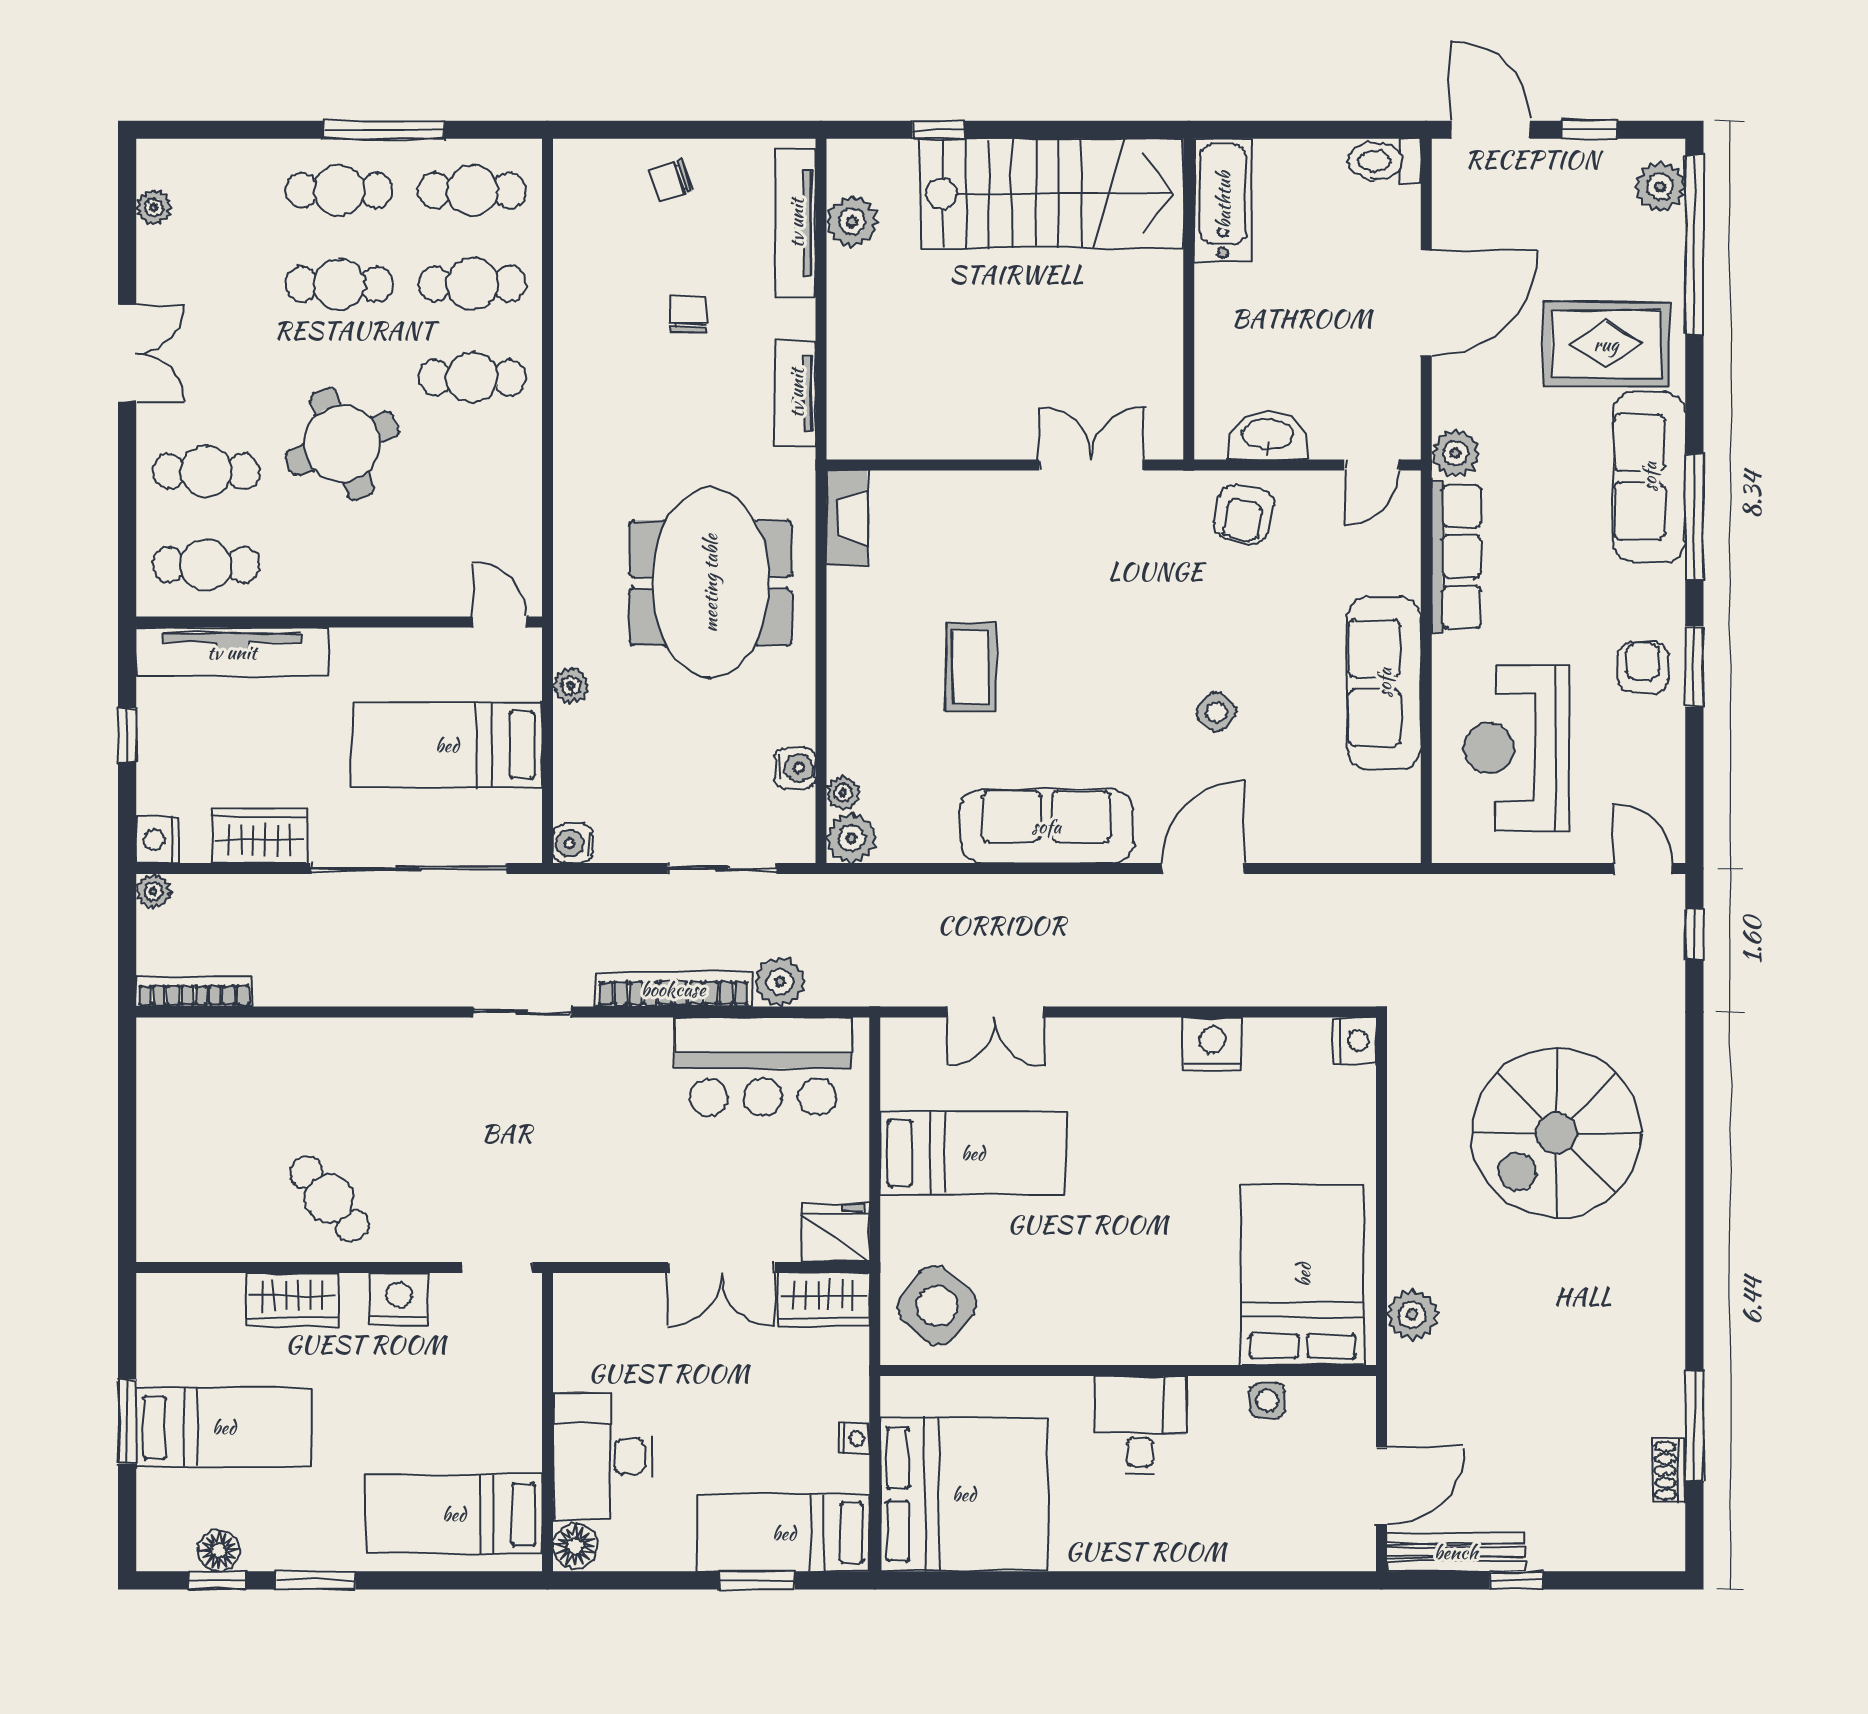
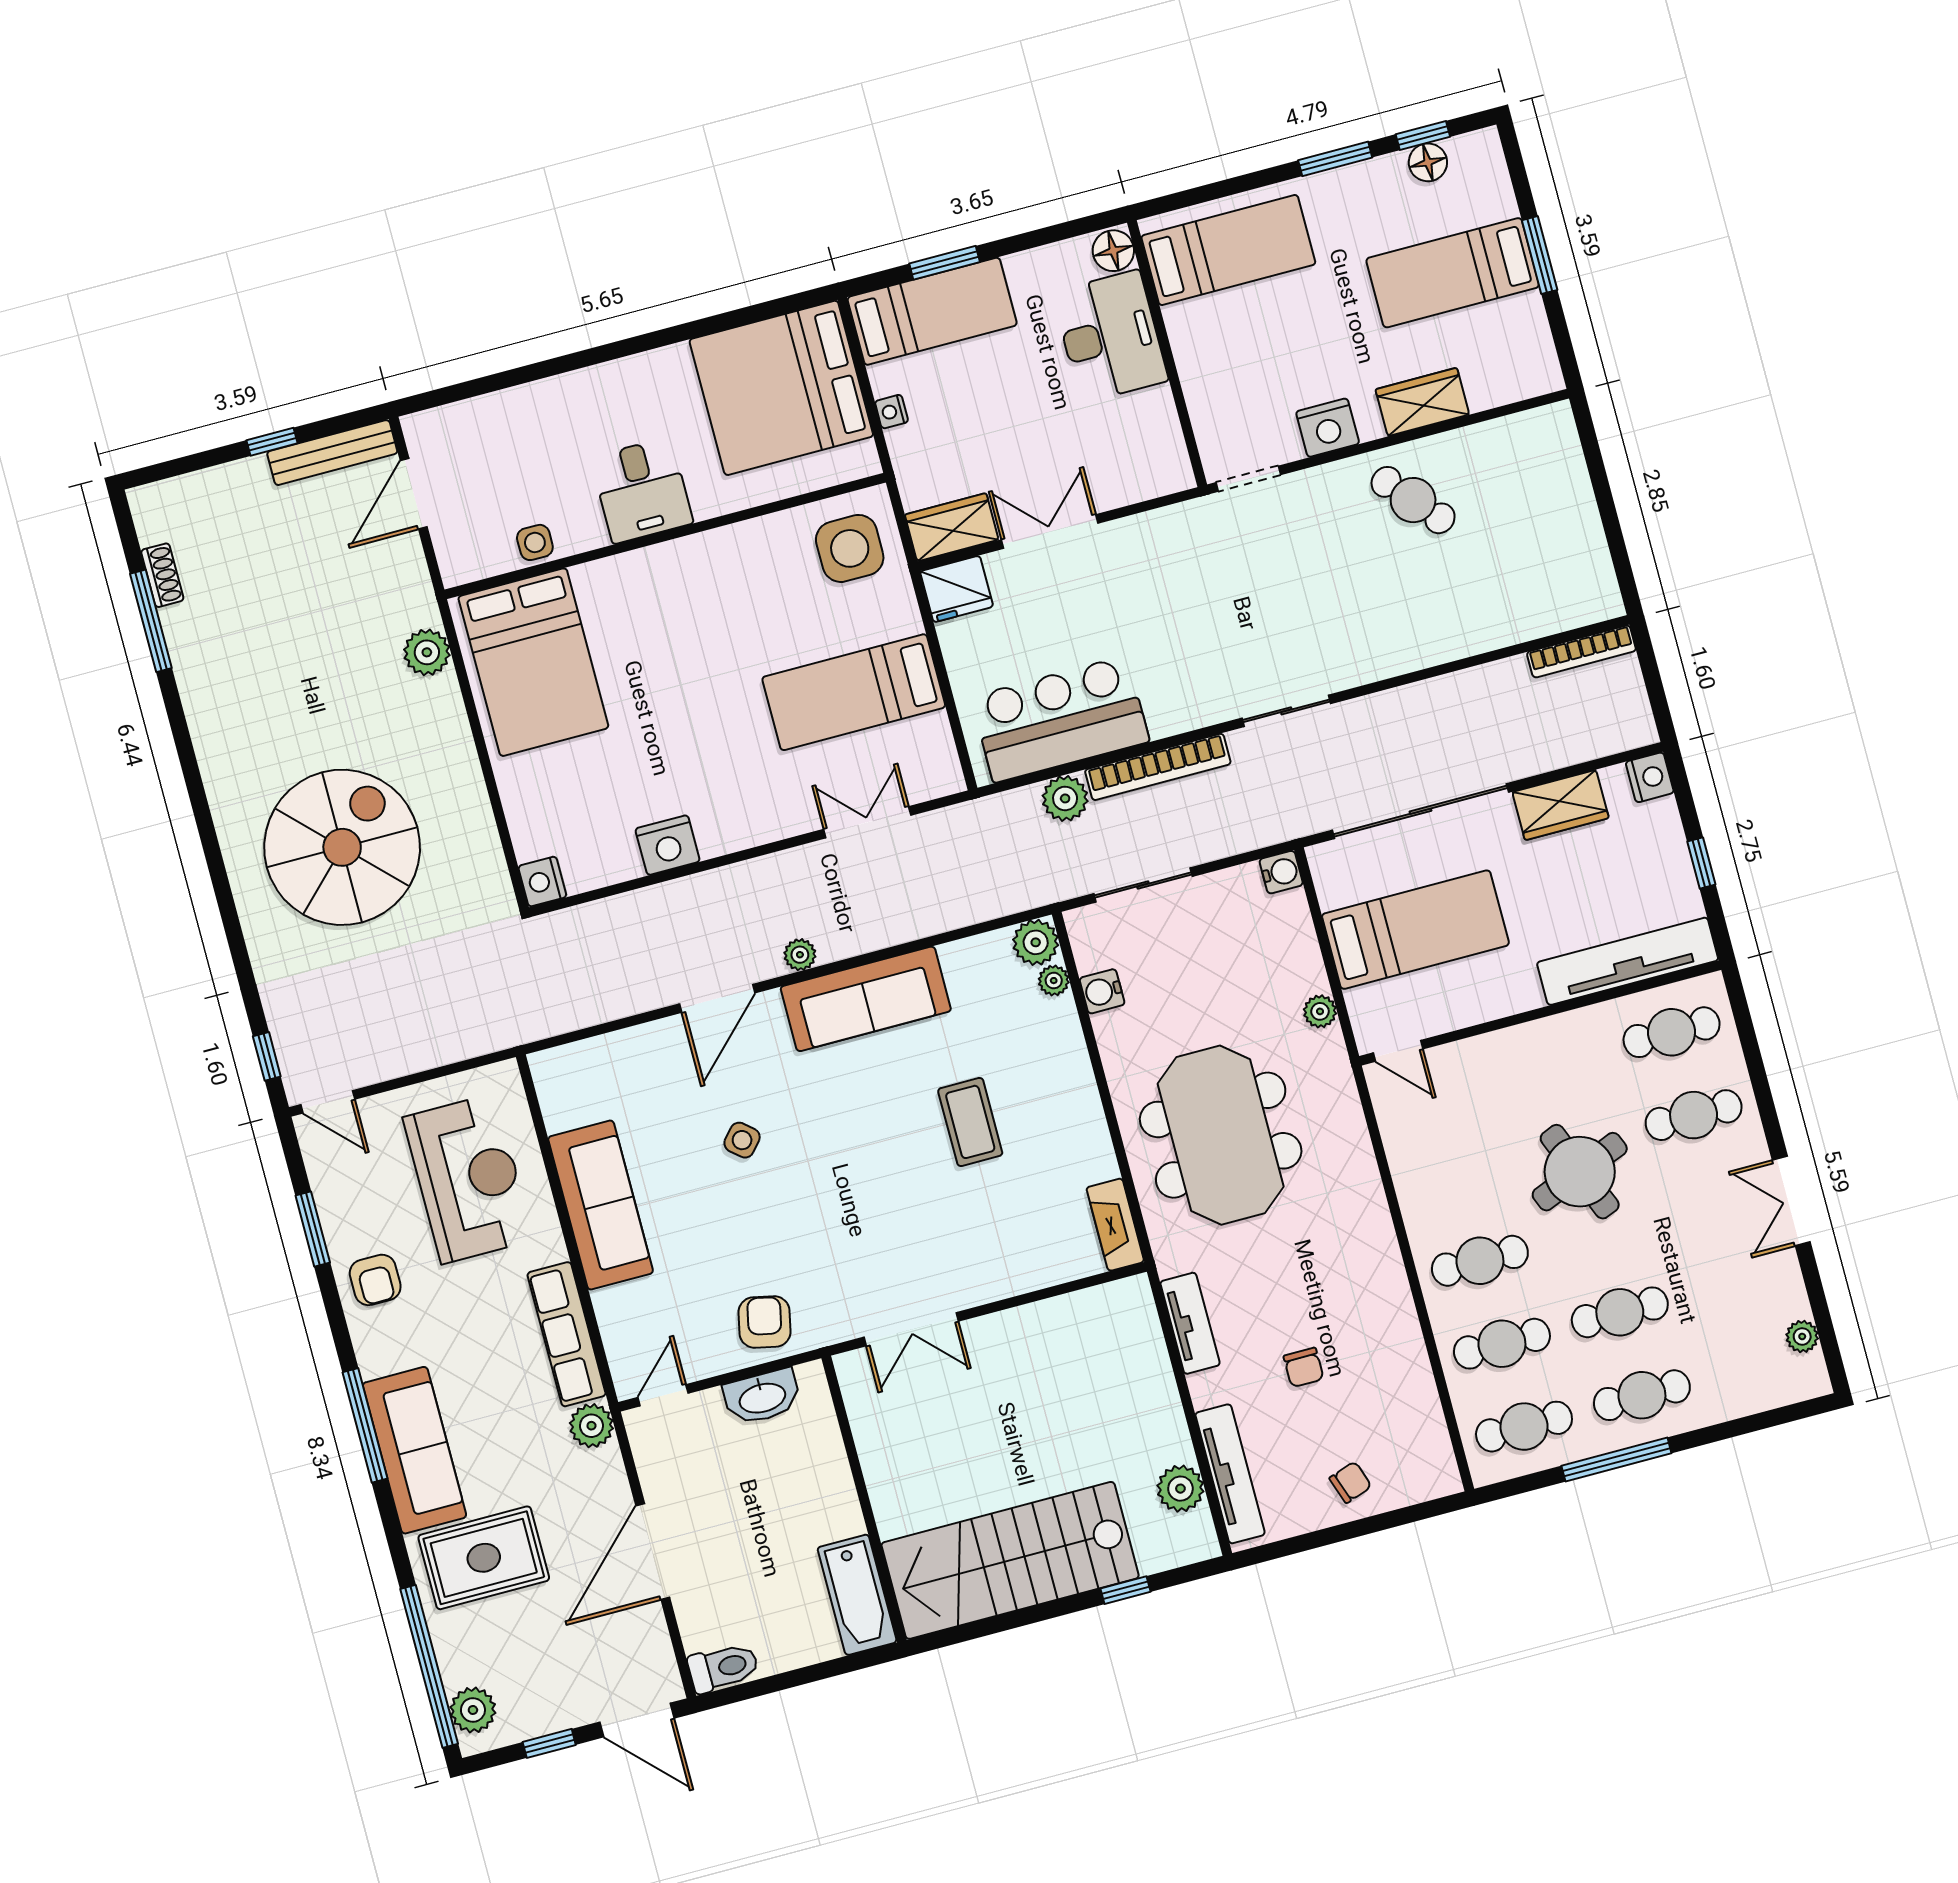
window: (1694, 667) -> (313, 1229), moved
plant: (153, 891) -> (800, 955), moved
side table: (937, 1306) -> (850, 548), turned -38

